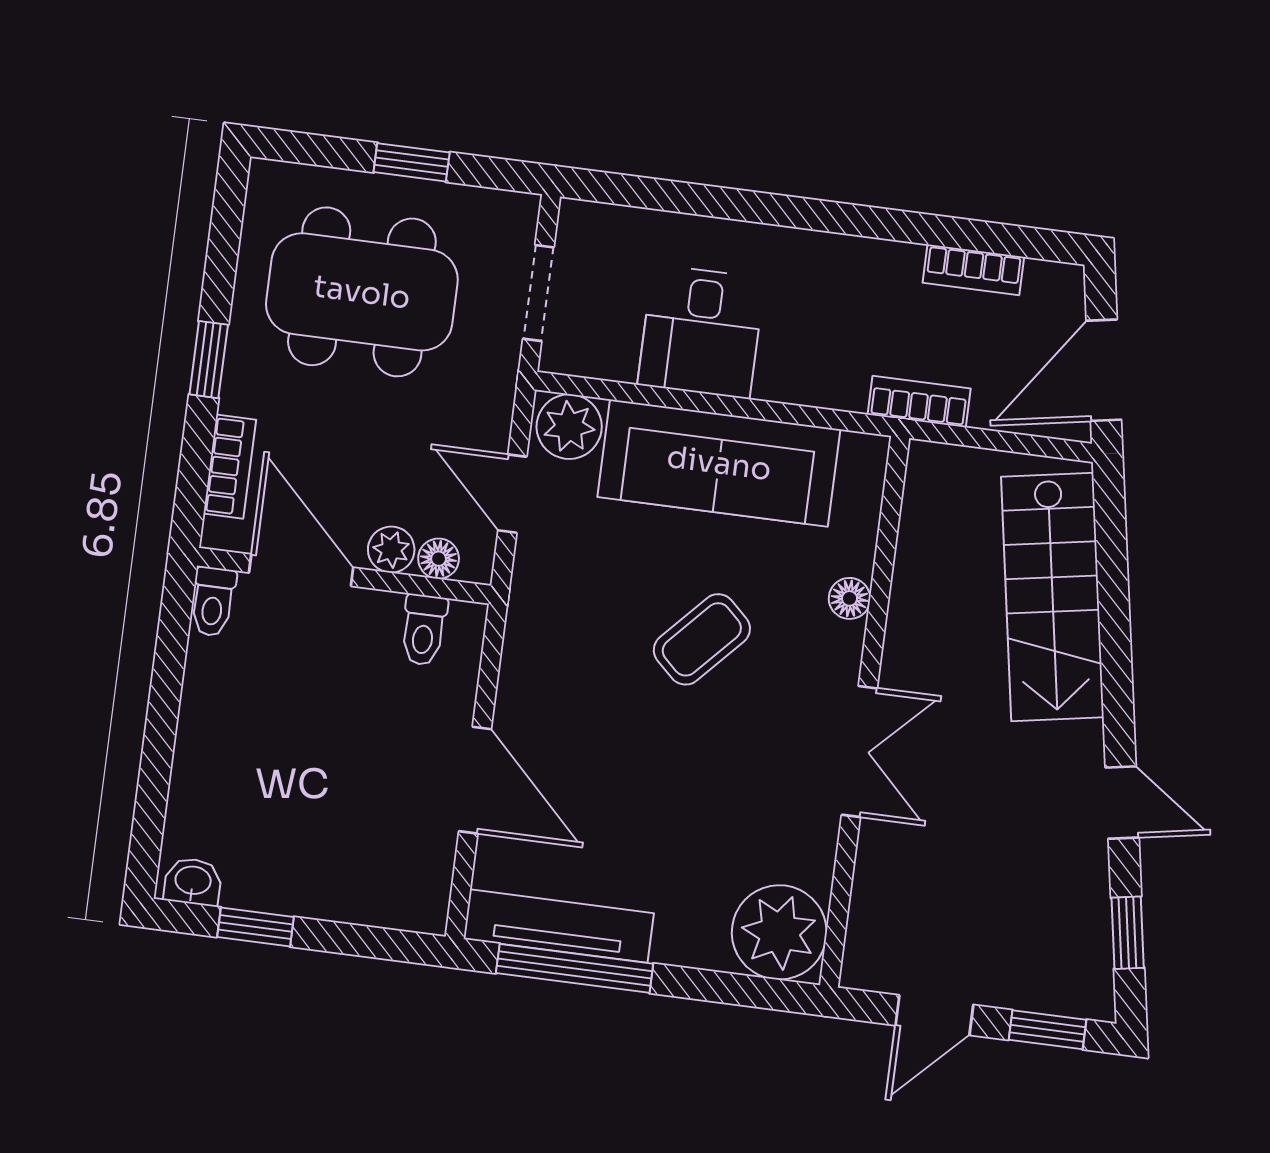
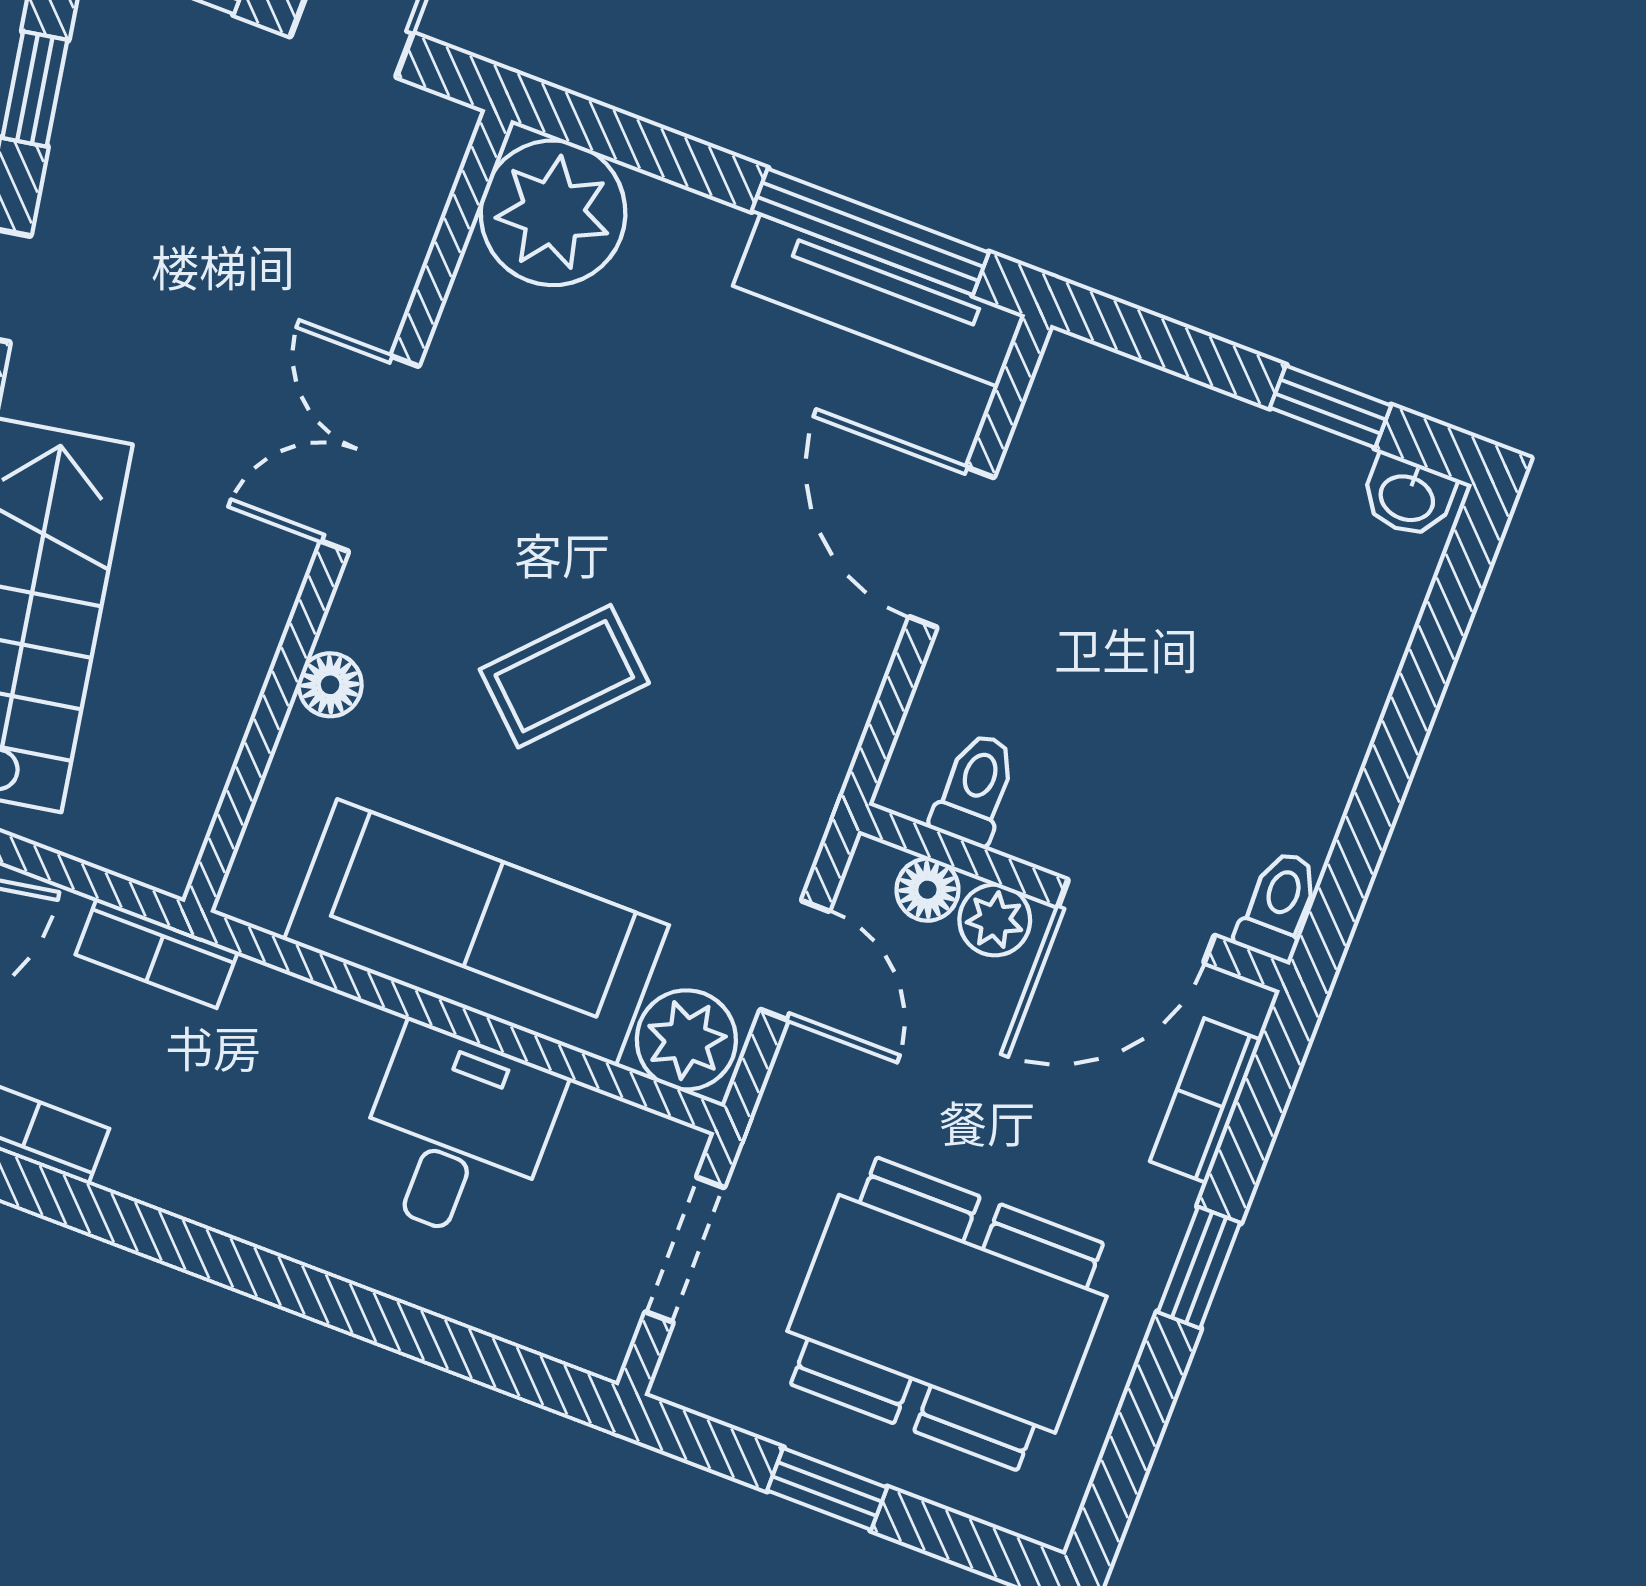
door: (301, 570) -> (1136, 921), hinge flipped

